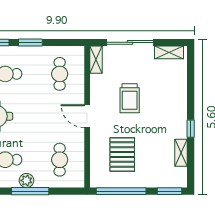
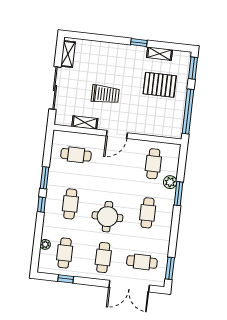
shelving: (96, 60) -> (85, 123), moved
pallet: (122, 154) -> (160, 85), moved
cafe table: (60, 160) -> (153, 164), turned 90
plant: (26, 180) -> (170, 182), moved
window: (30, 191) -> (179, 194), width x0.69

